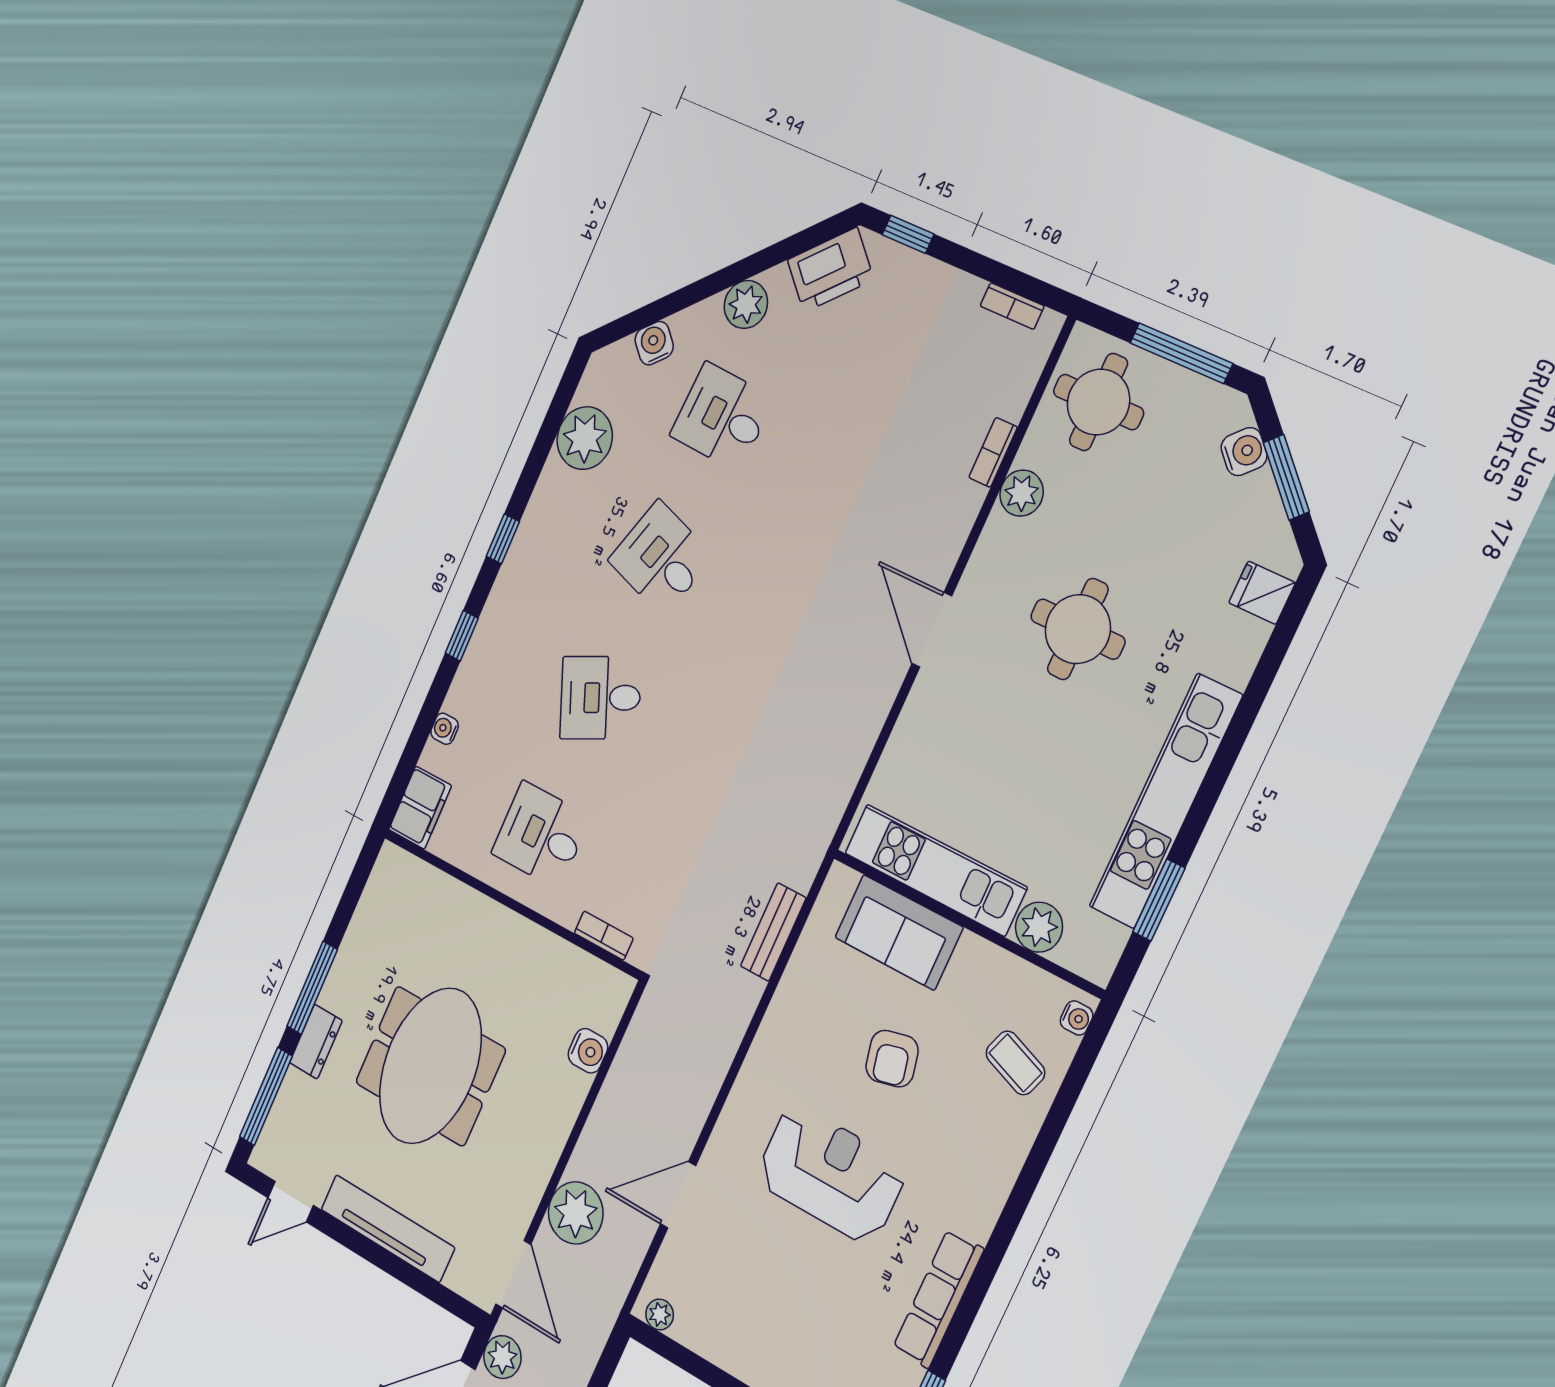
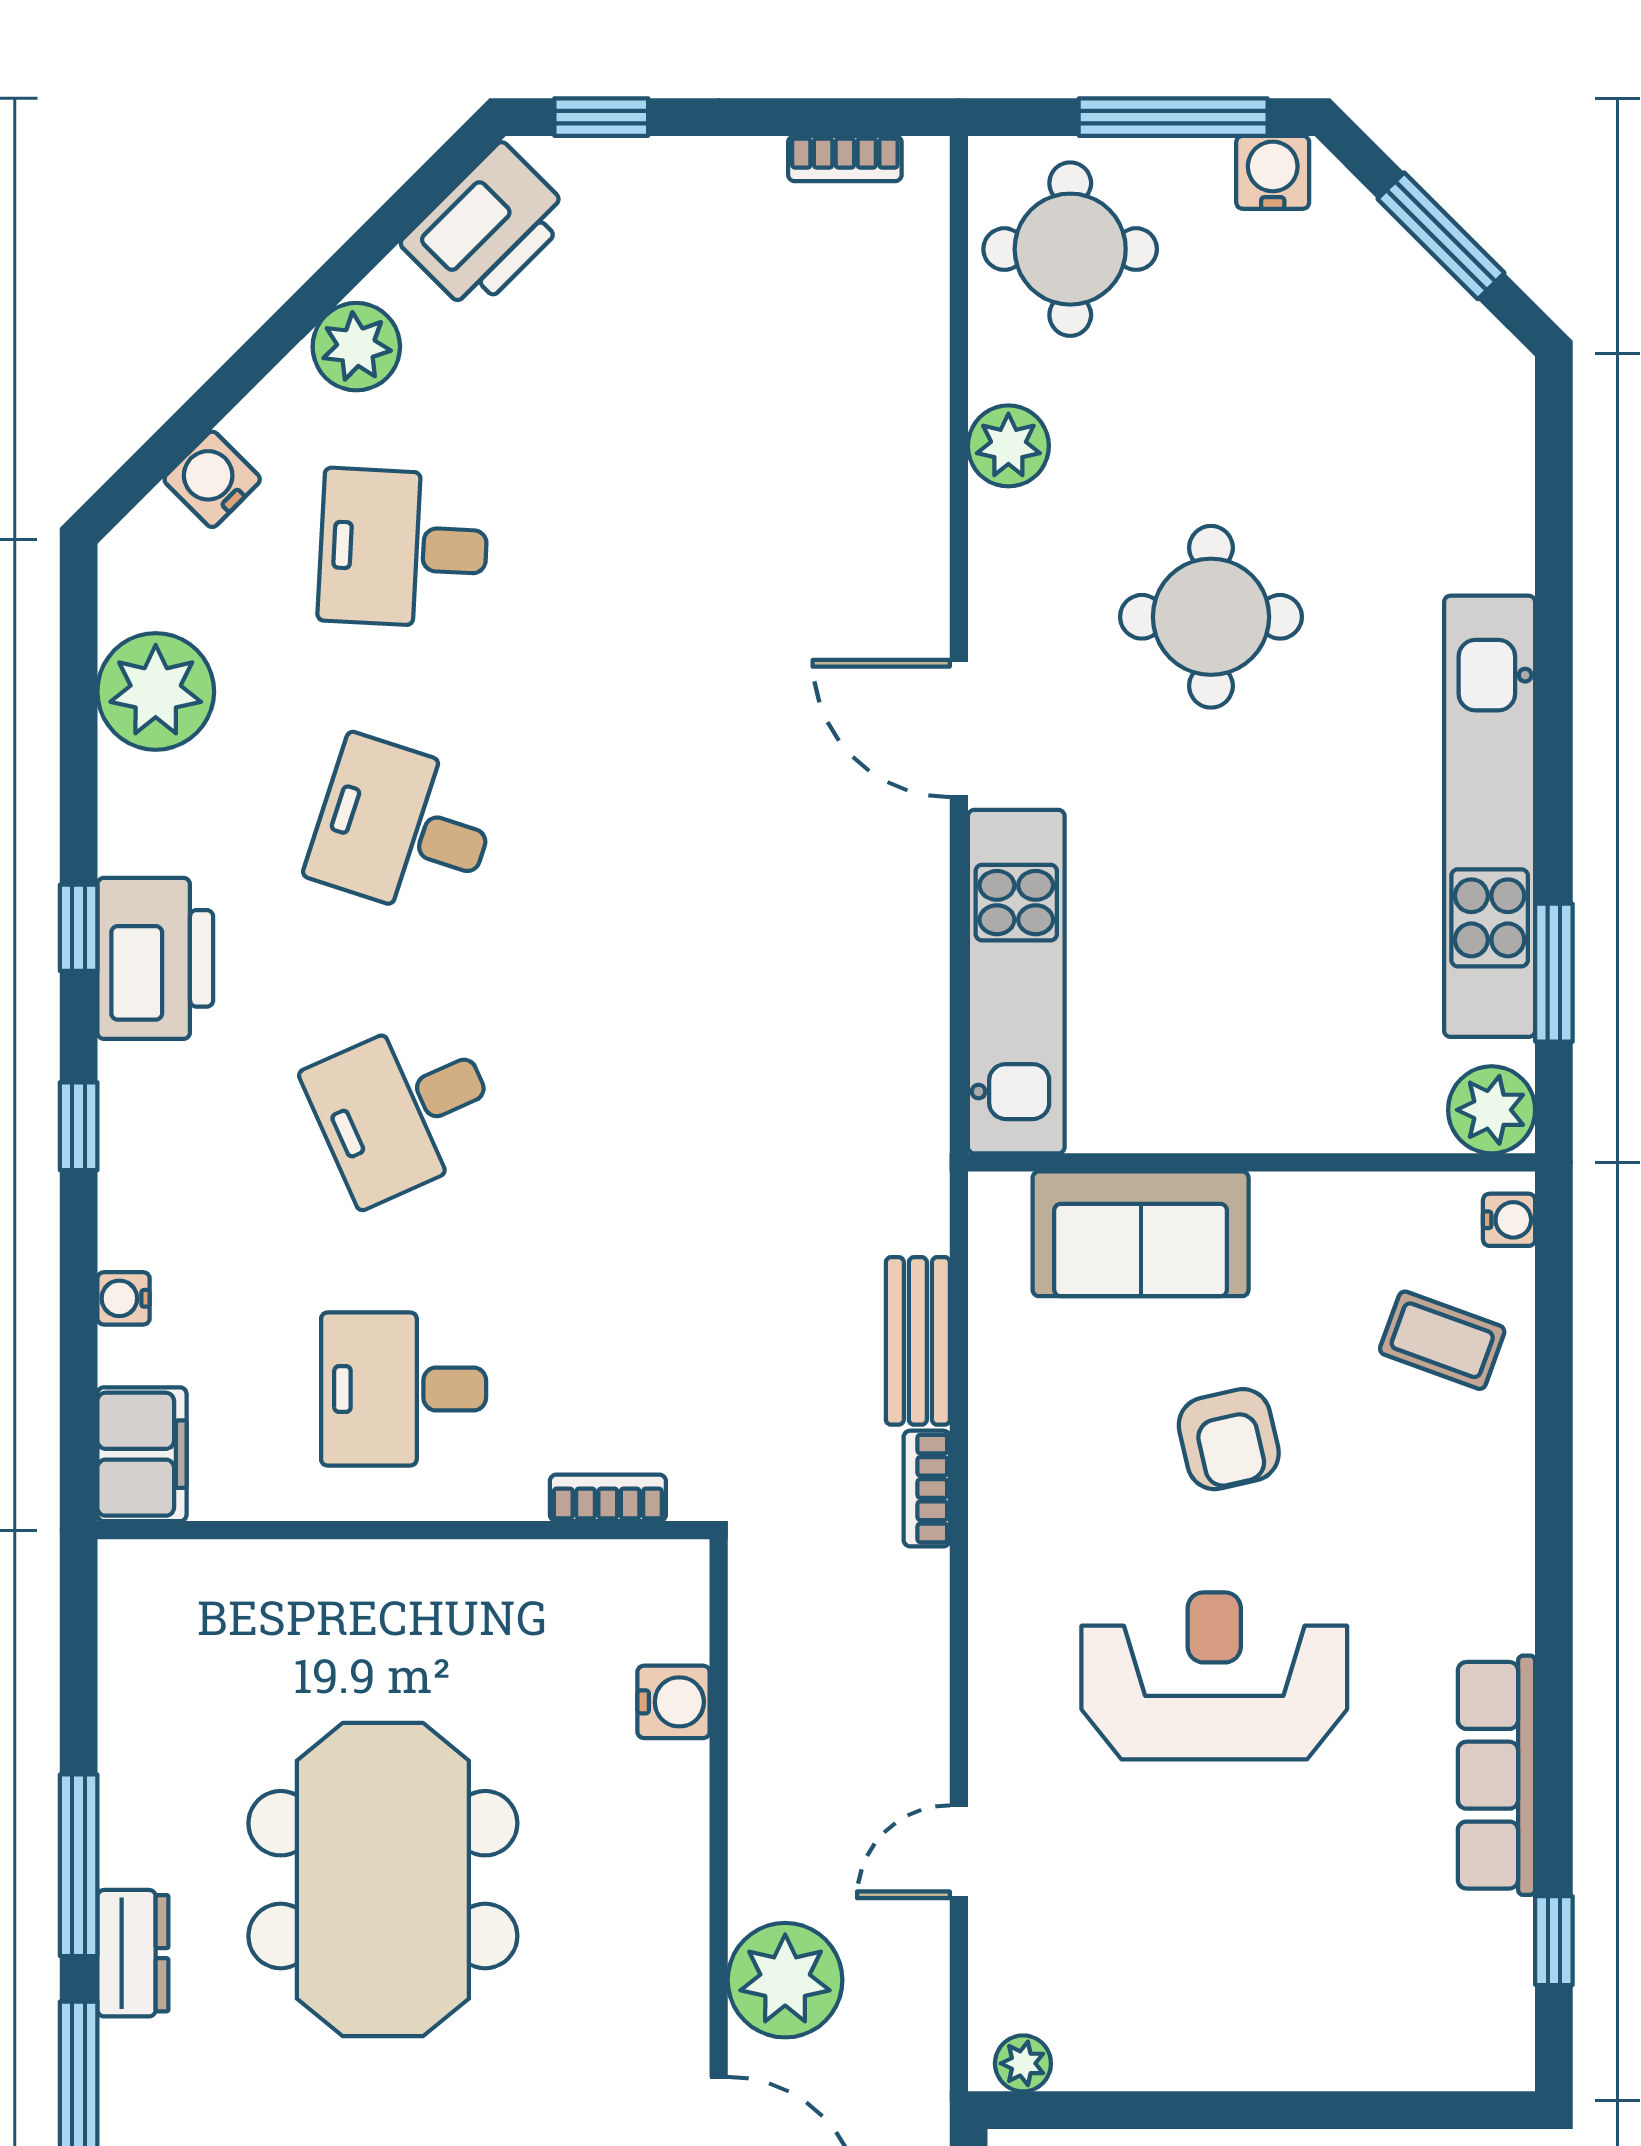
bookcase: (993, 452) -> (927, 1489), moved
water cooler: (1244, 452) -> (1273, 172), moved, turned -45
printer: (528, 570) -> (155, 958), added
fridge: (1262, 593) -> (1489, 428), removed
kitchen unit: (935, 870) -> (1016, 982), moved, turned 90
plant: (1039, 927) -> (1492, 1110), moved
door: (678, 1195) -> (959, 1852), width x0.73

